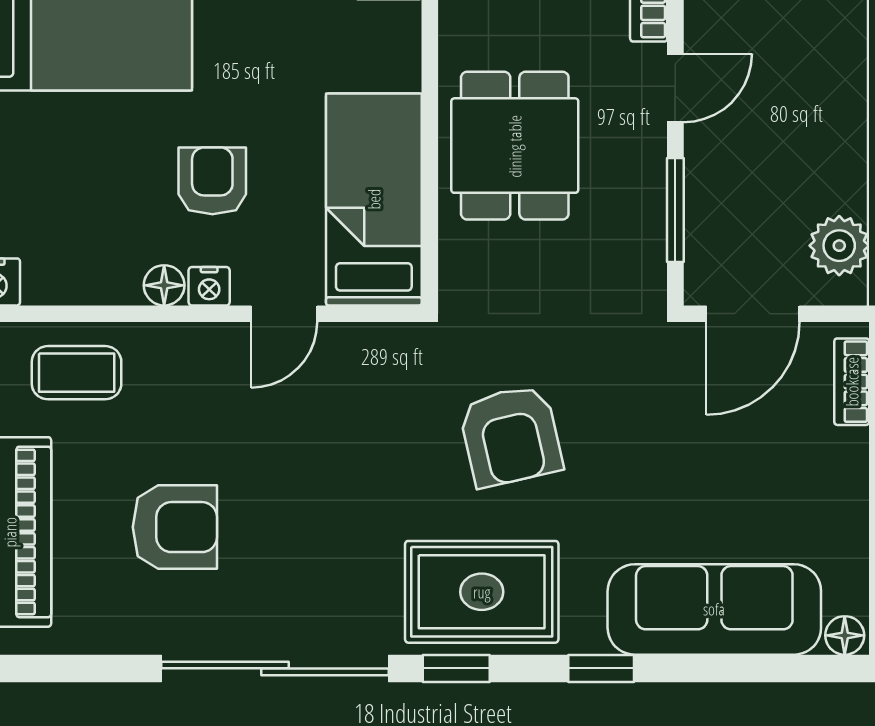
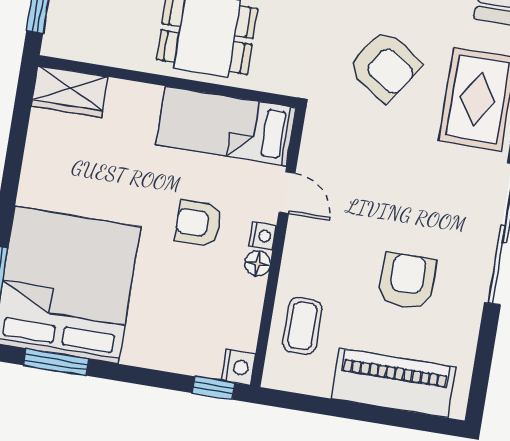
armchair: (511, 436) -> (385, 66), turned 47

